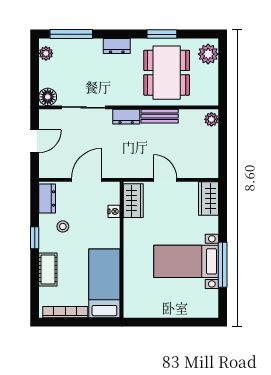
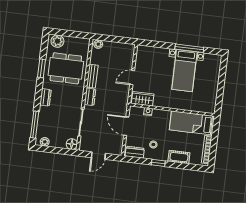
door: (35, 141) -> (98, 156), swing flipped
wardrobe: (208, 199) -> (147, 52), removed

